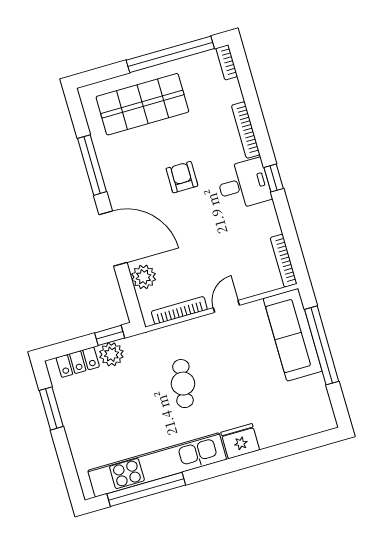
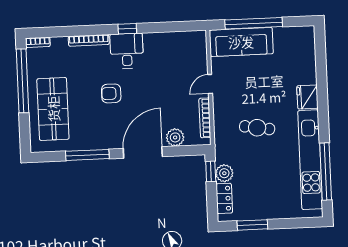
bookcase: (284, 261) -> (187, 36), removed
door: (226, 306) -> (210, 84), hinge flipped

